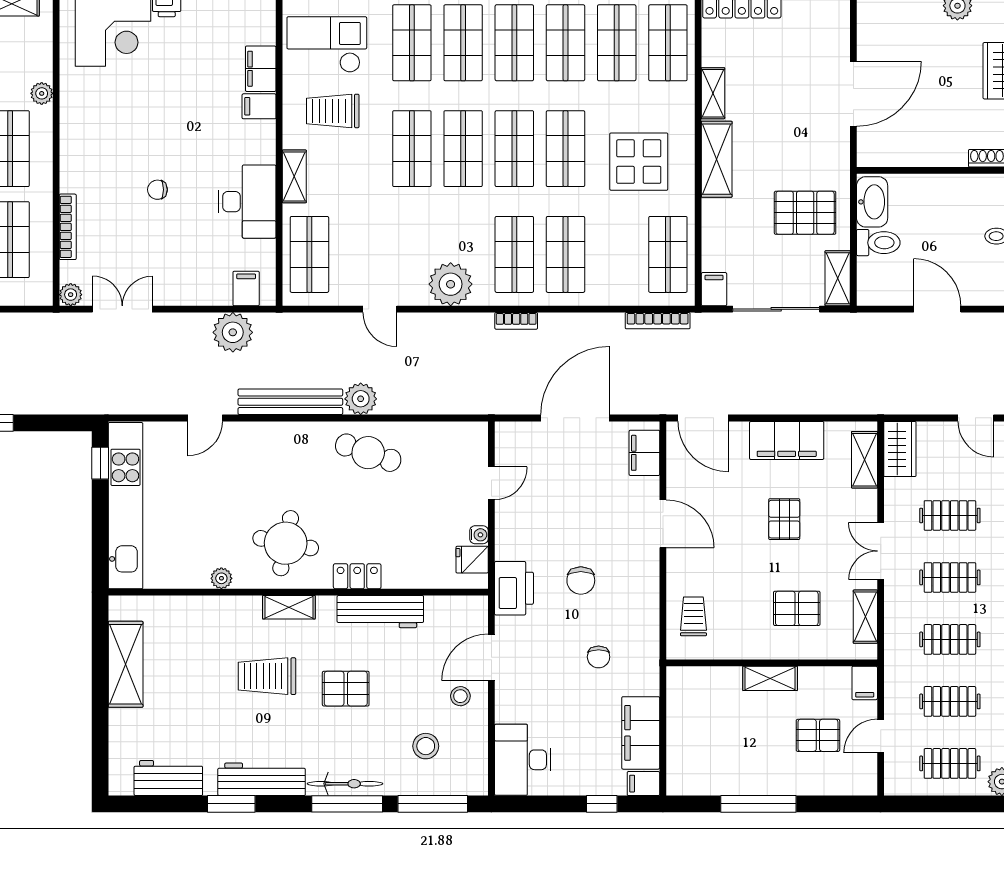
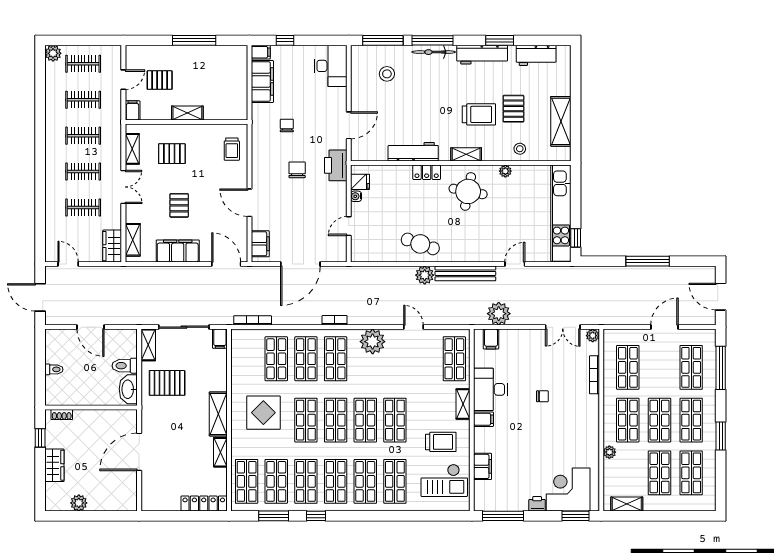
filing cabinet: (259, 106) -> (484, 419), moved
shop shelf: (668, 254) -> (276, 359), moved
pallet: (346, 689) -> (513, 109), moved, turned 90
stool: (460, 696) -> (520, 149), moved

